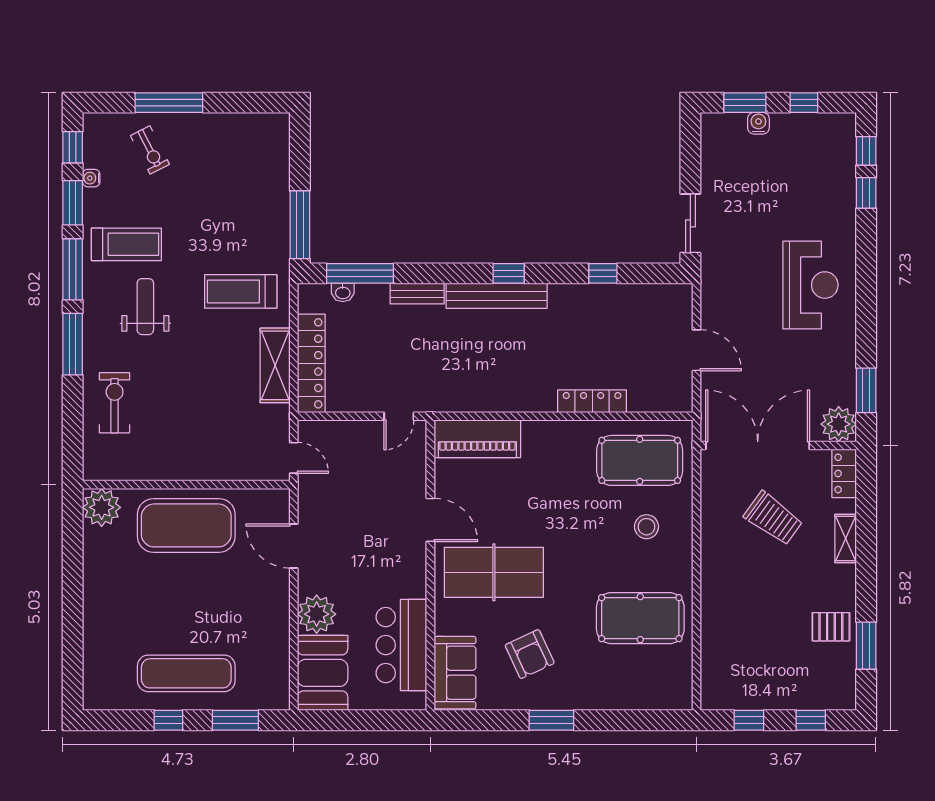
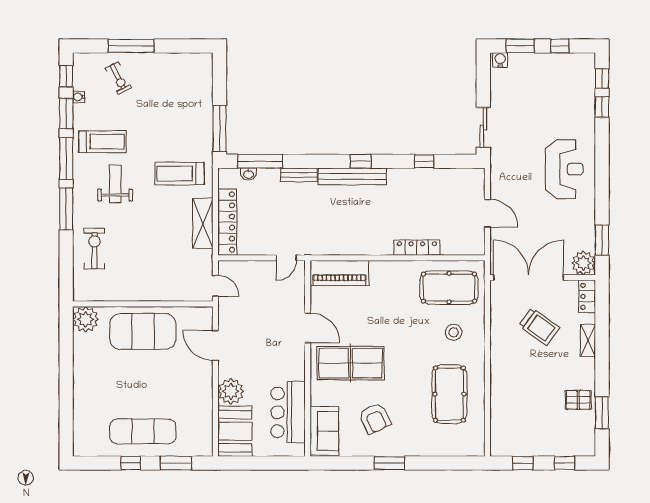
water cooler: (758, 123) -> (500, 60), moved
pool table: (640, 618) -> (449, 394), turned 90

